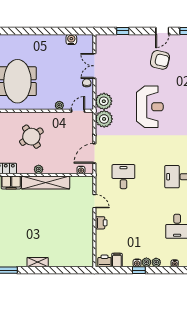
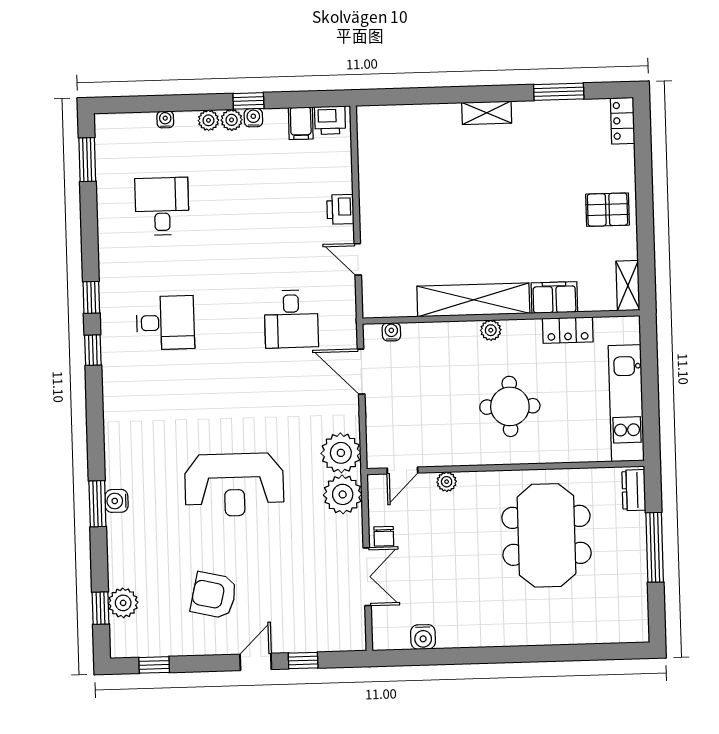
door: (162, 31) -> (256, 662), moved
reception desk: (150, 107) -> (234, 485), turned -90
round table: (31, 137) -> (510, 406), turned 33
door: (94, 153) -> (361, 372), swing flipped

